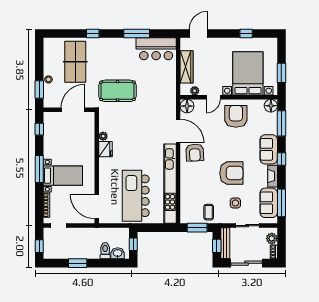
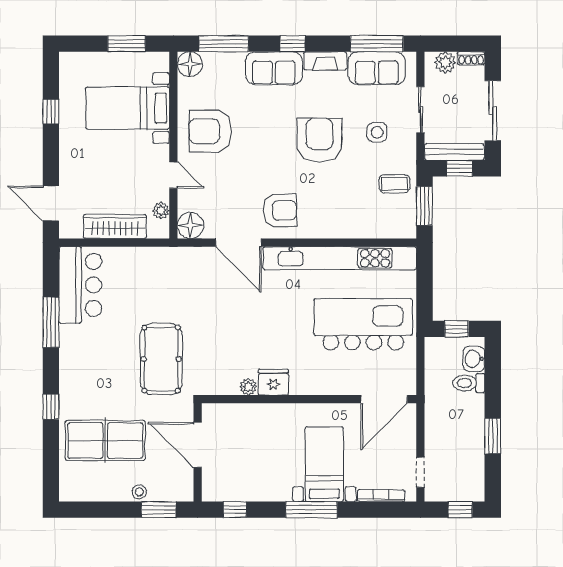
bed with nightstands: (248, 73) -> (128, 108), width x0.73
door: (178, 131) -> (238, 243), swing flipped
kitchen island: (136, 196) -> (363, 324), turned 180

